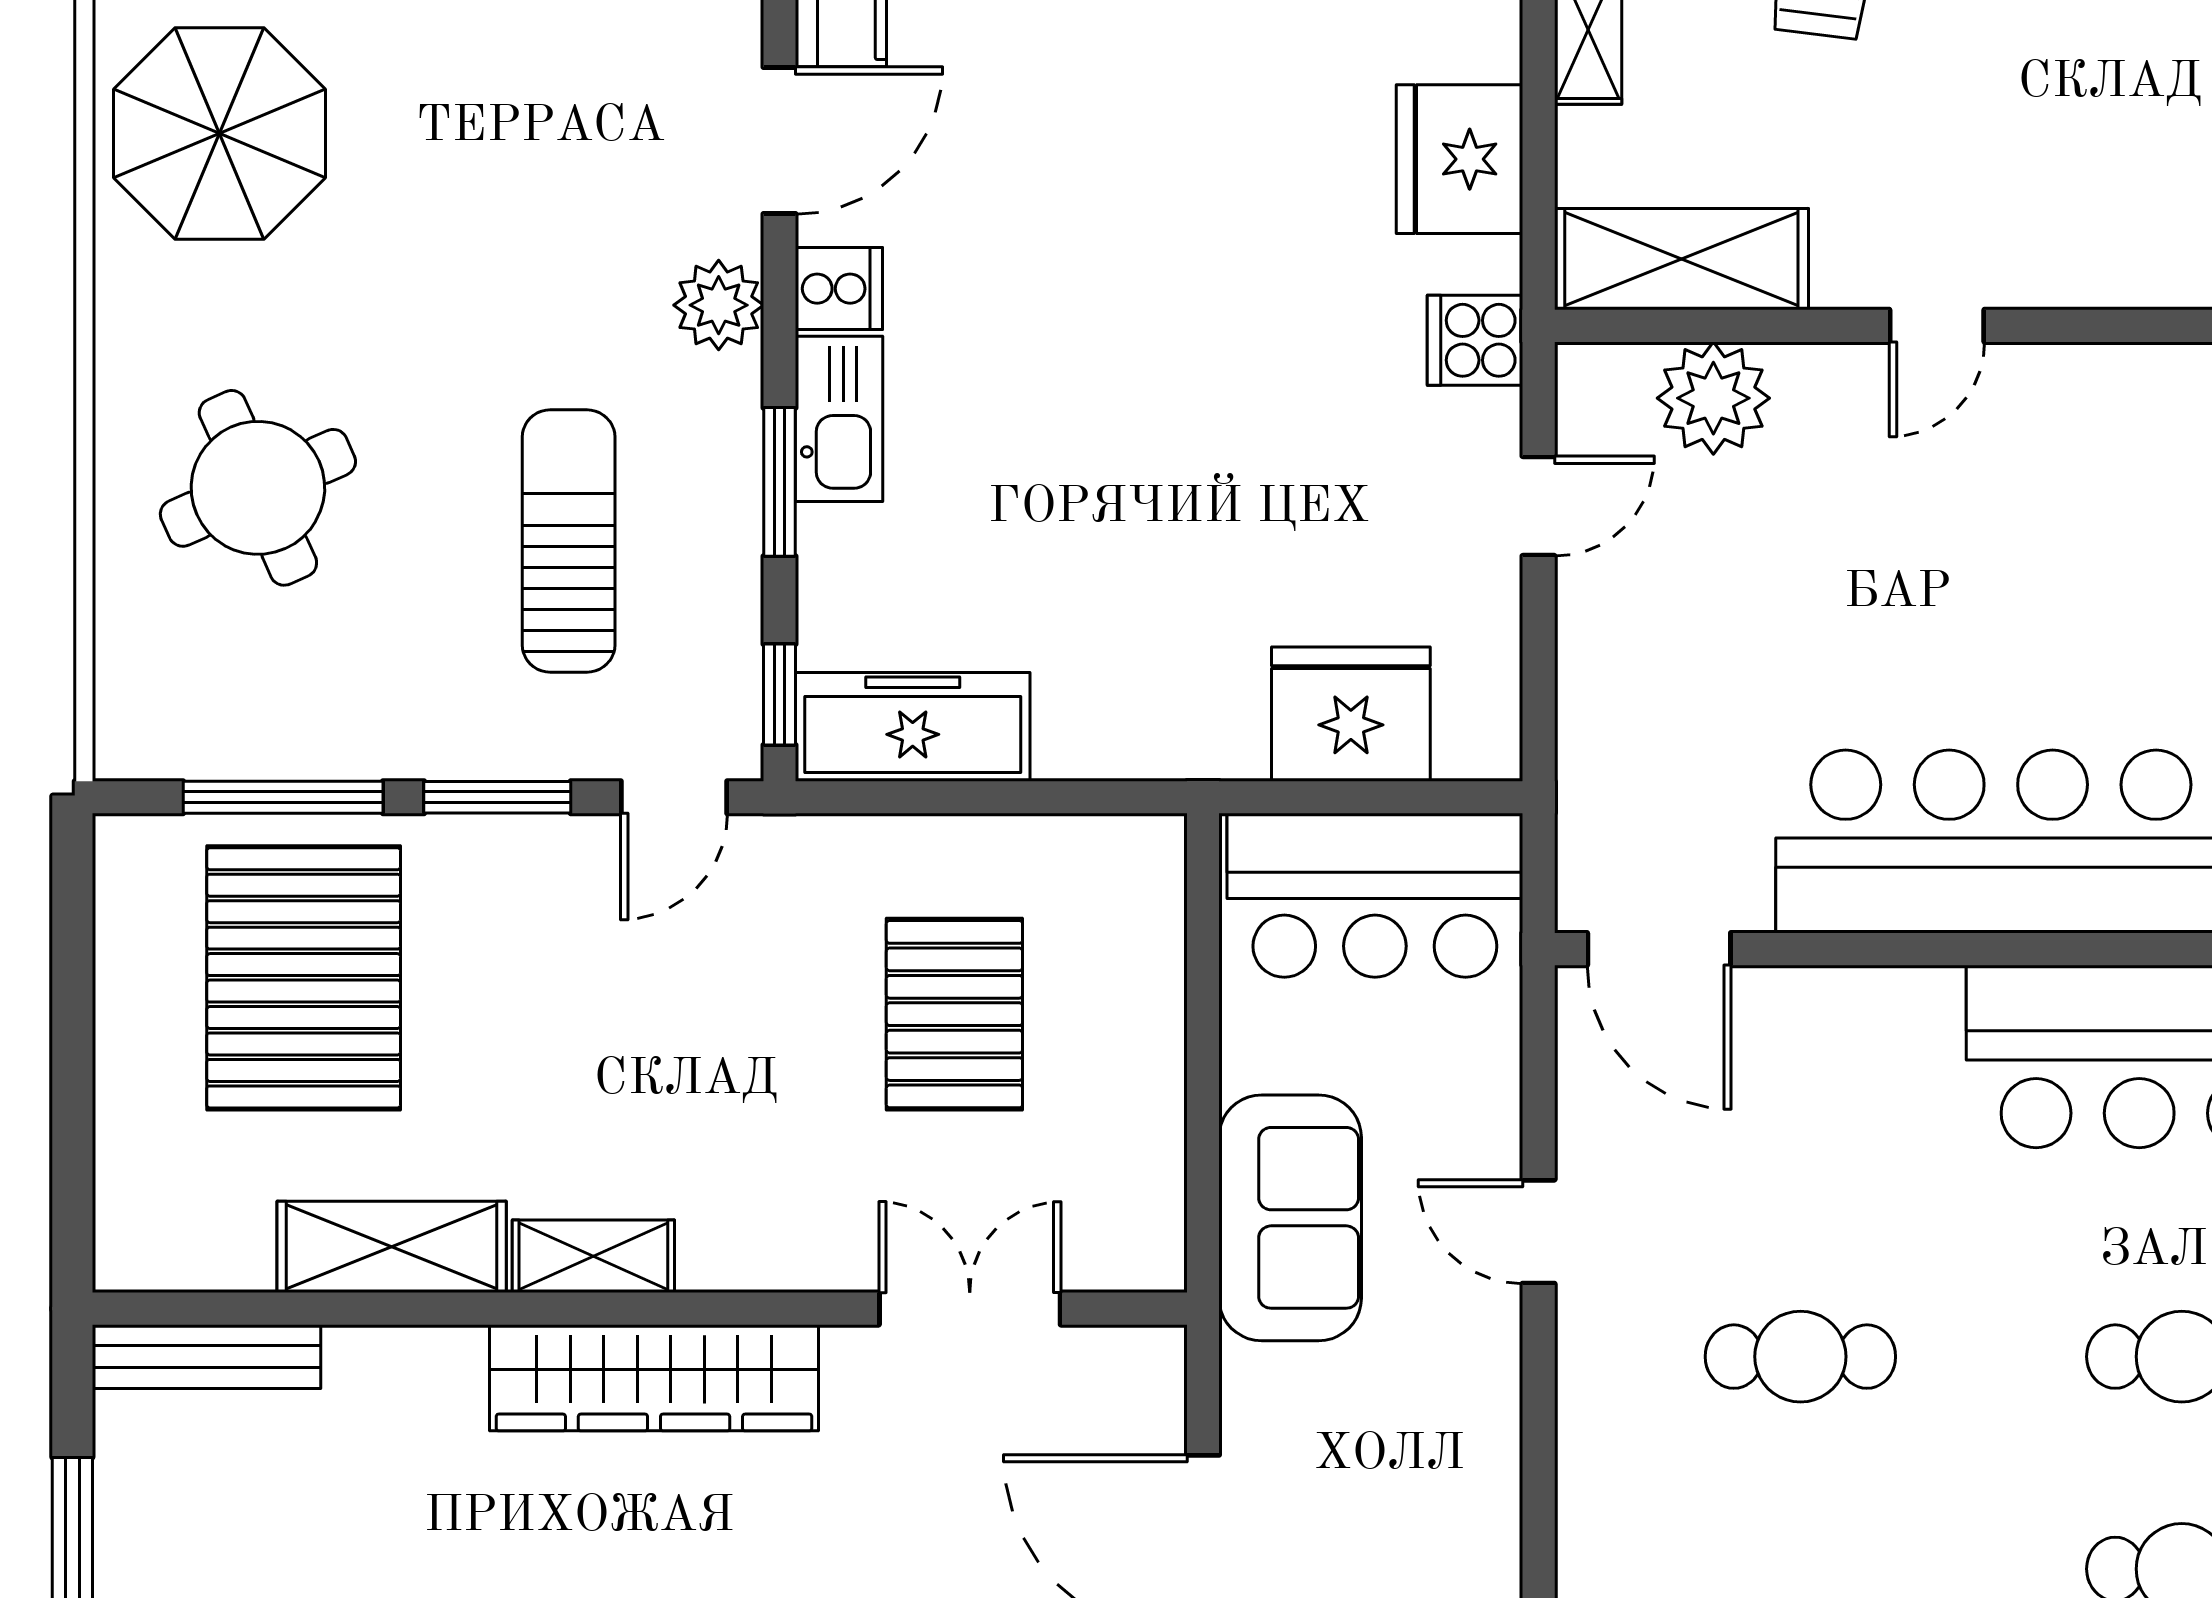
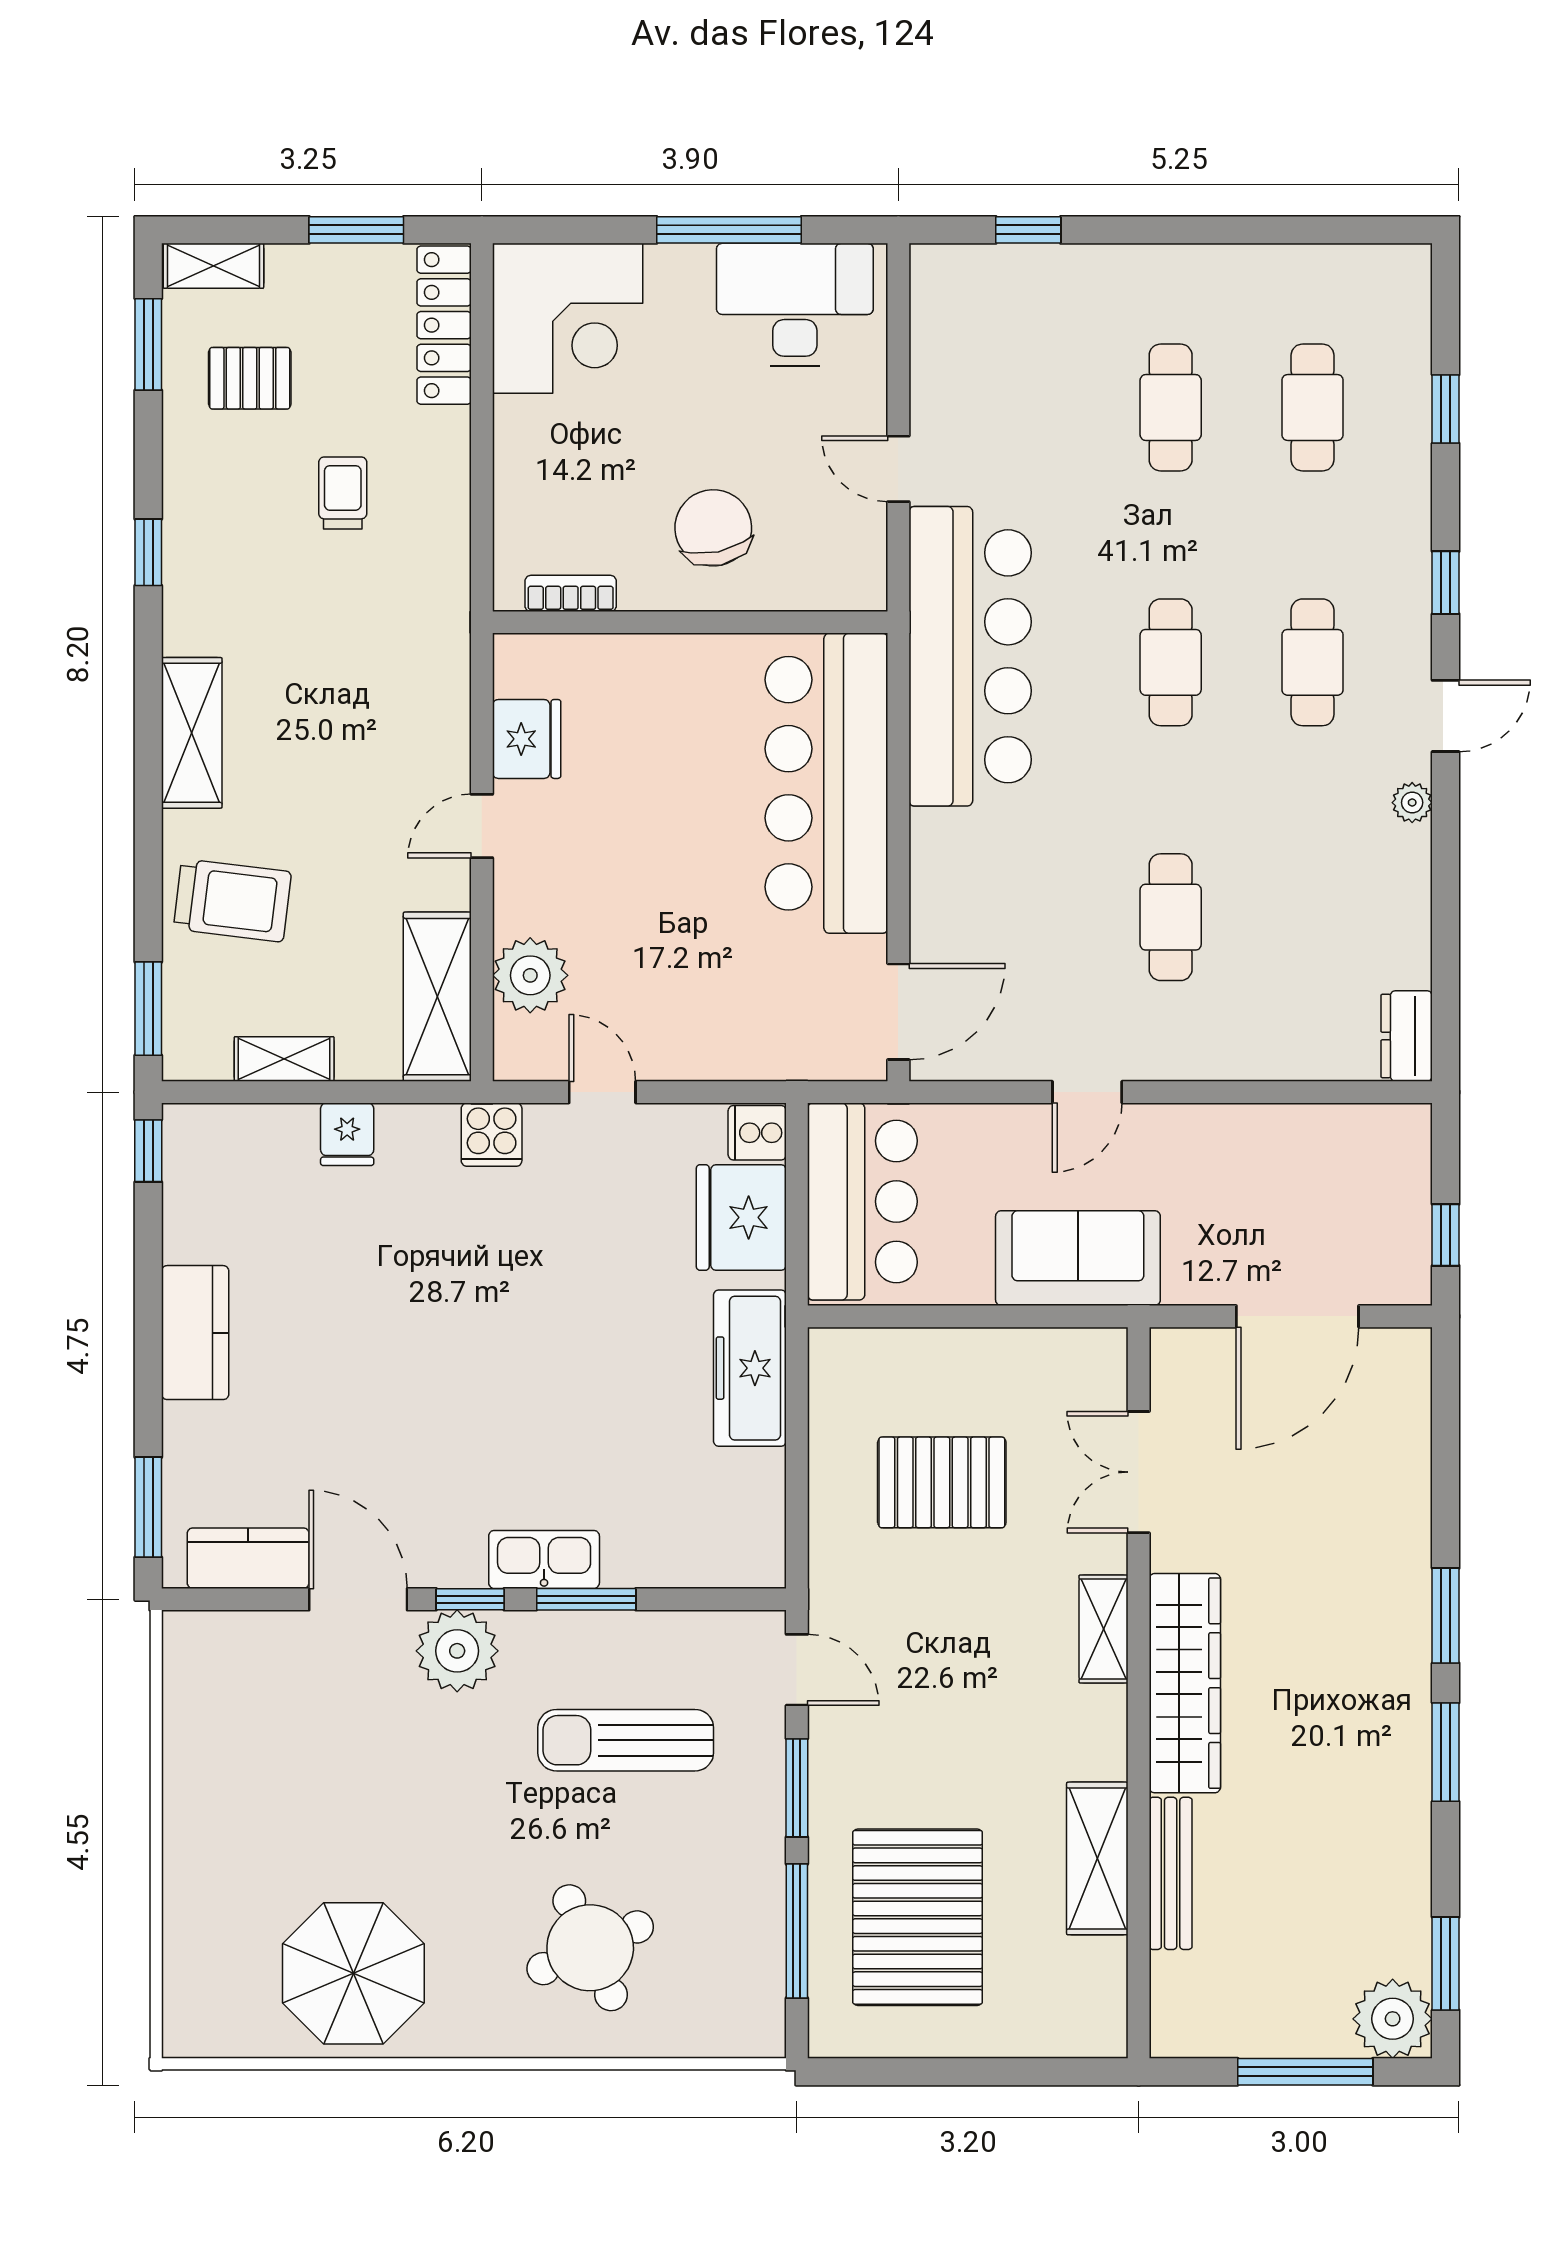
fridge: (1460, 159) -> (347, 1134), width x0.53, depth x0.75
cooker: (839, 289) -> (757, 1133), moved, turned -90
plant: (719, 305) -> (457, 1651), width x1.36, depth x1.36
door: (1937, 326) -> (482, 826), swing flipped
fridge: (2067, 393) -> (527, 739), added
window: (780, 695) -> (470, 1599), moved
freezer: (913, 727) -> (750, 1368), moved
pallet: (304, 978) -> (918, 1917), turned 90
shelving: (593, 1256) -> (1104, 1629), moved
bench: (206, 1357) -> (1171, 1873), moved

